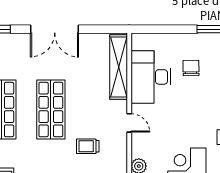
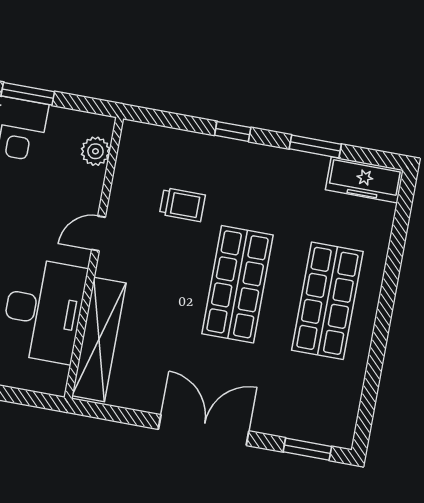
door: (129, 123) -> (98, 233), hinge flipped

